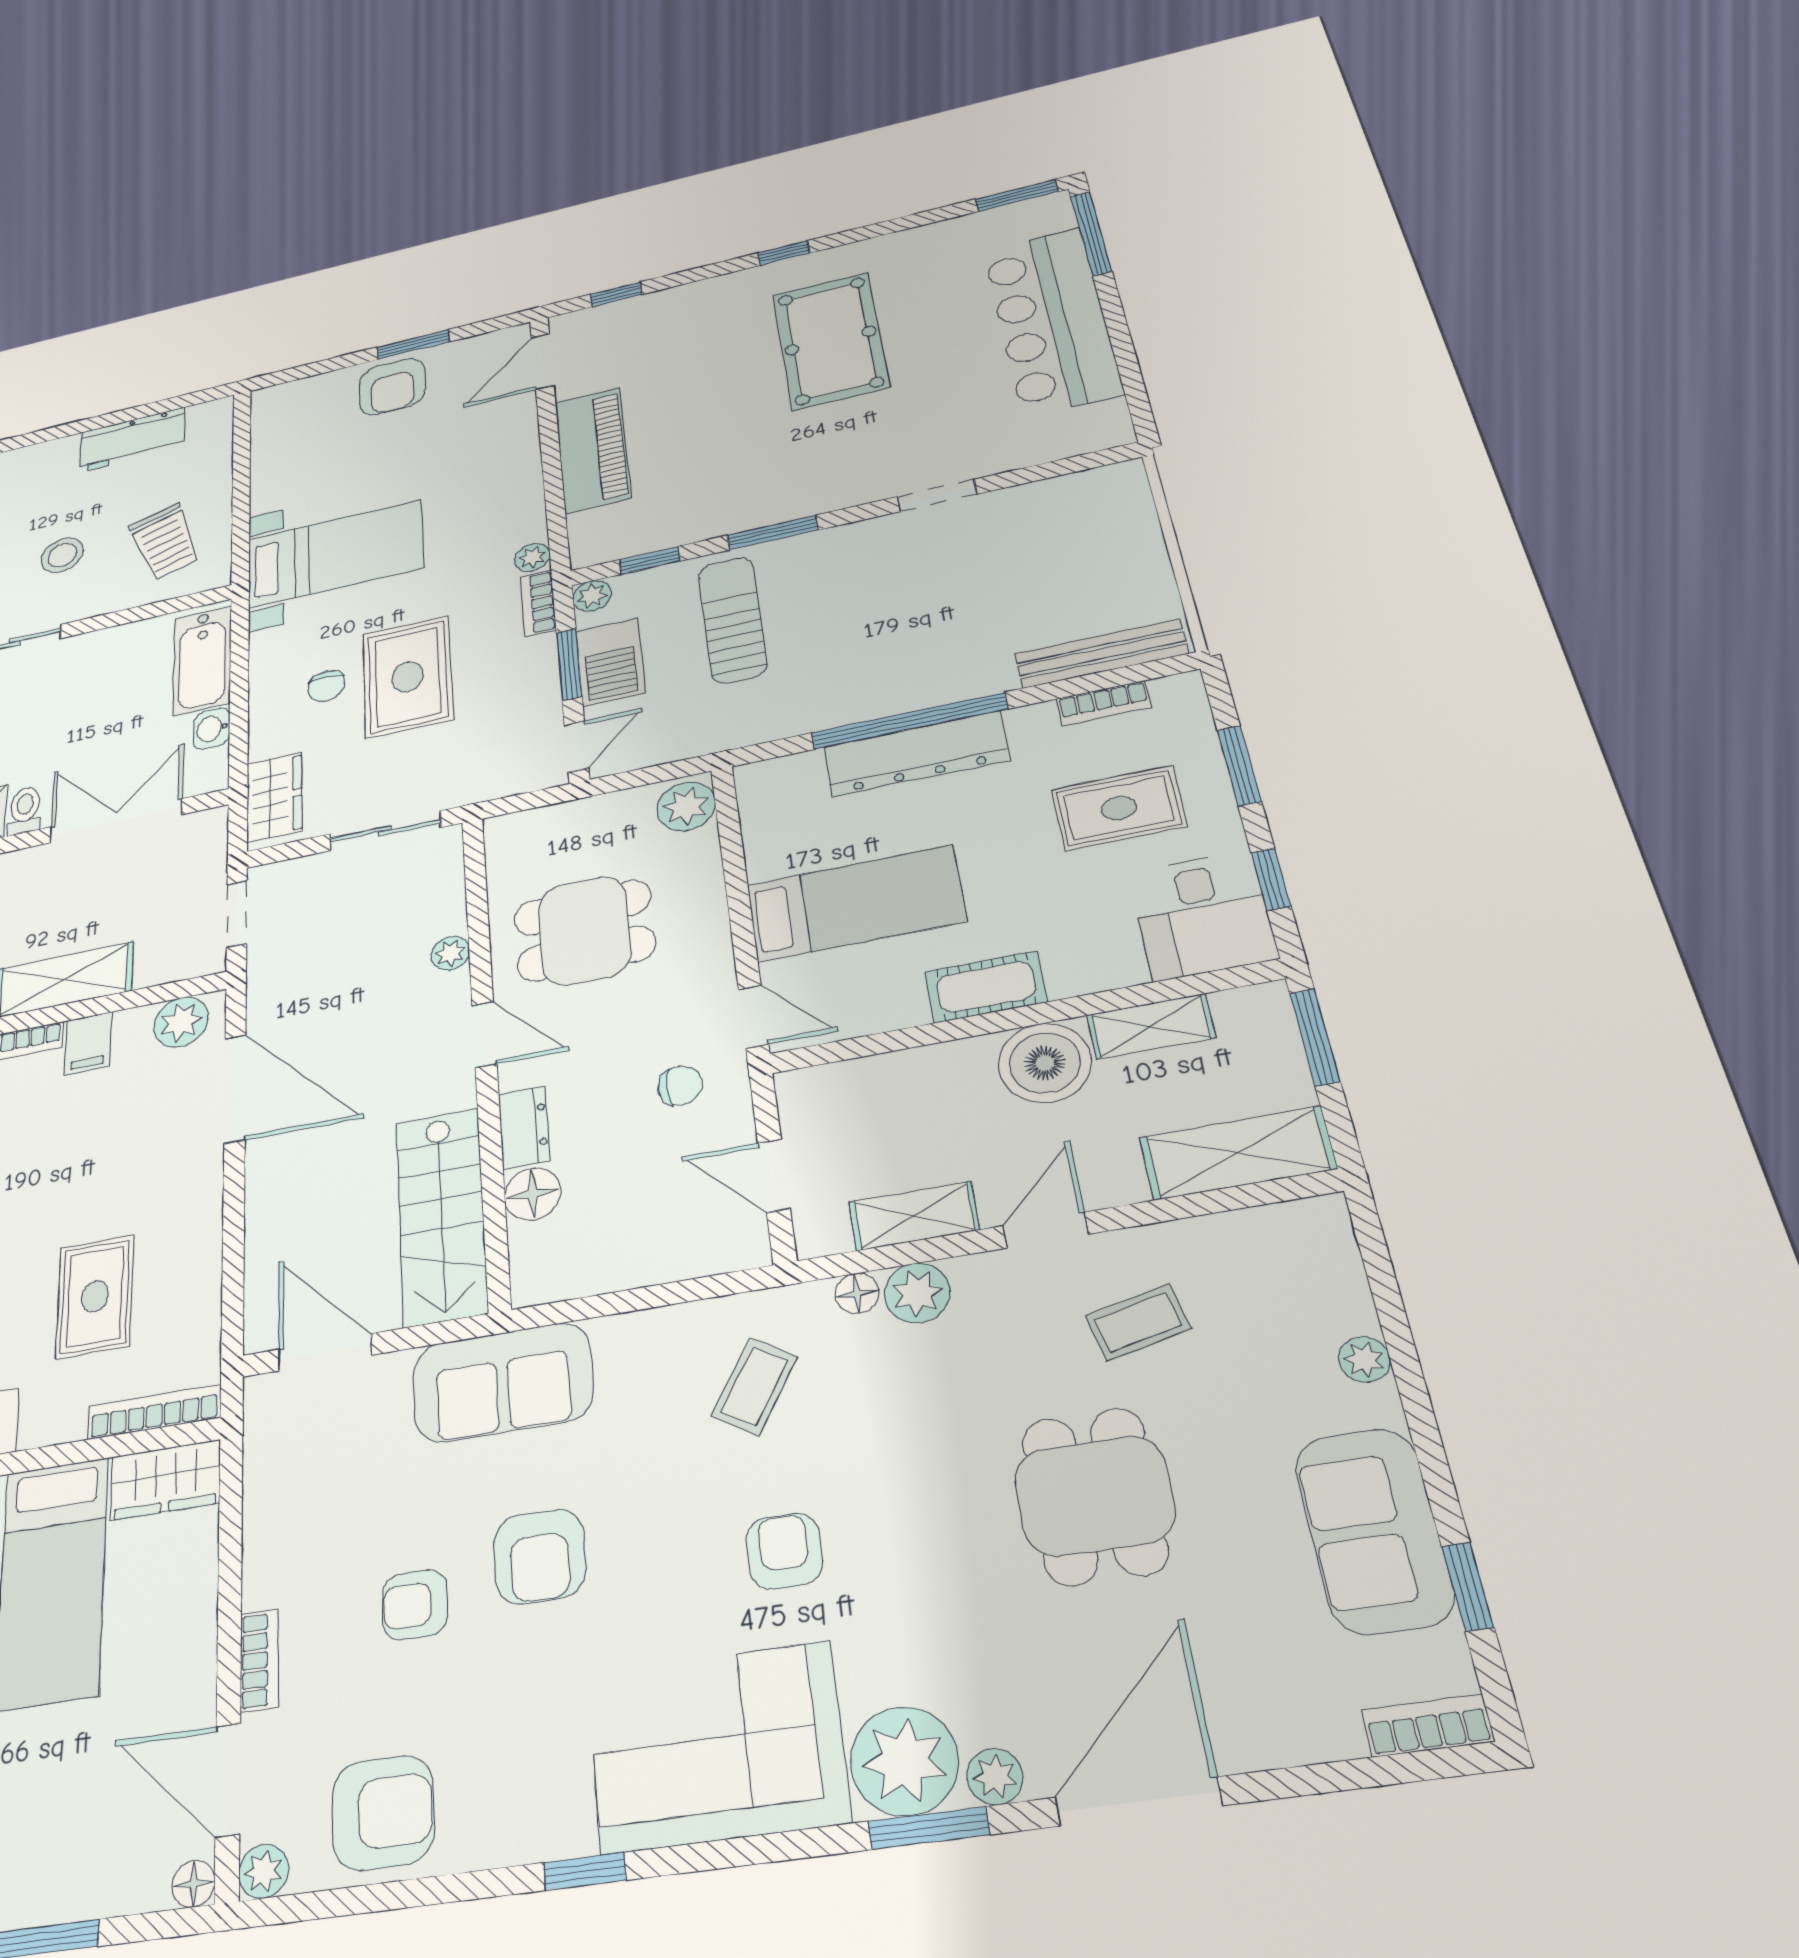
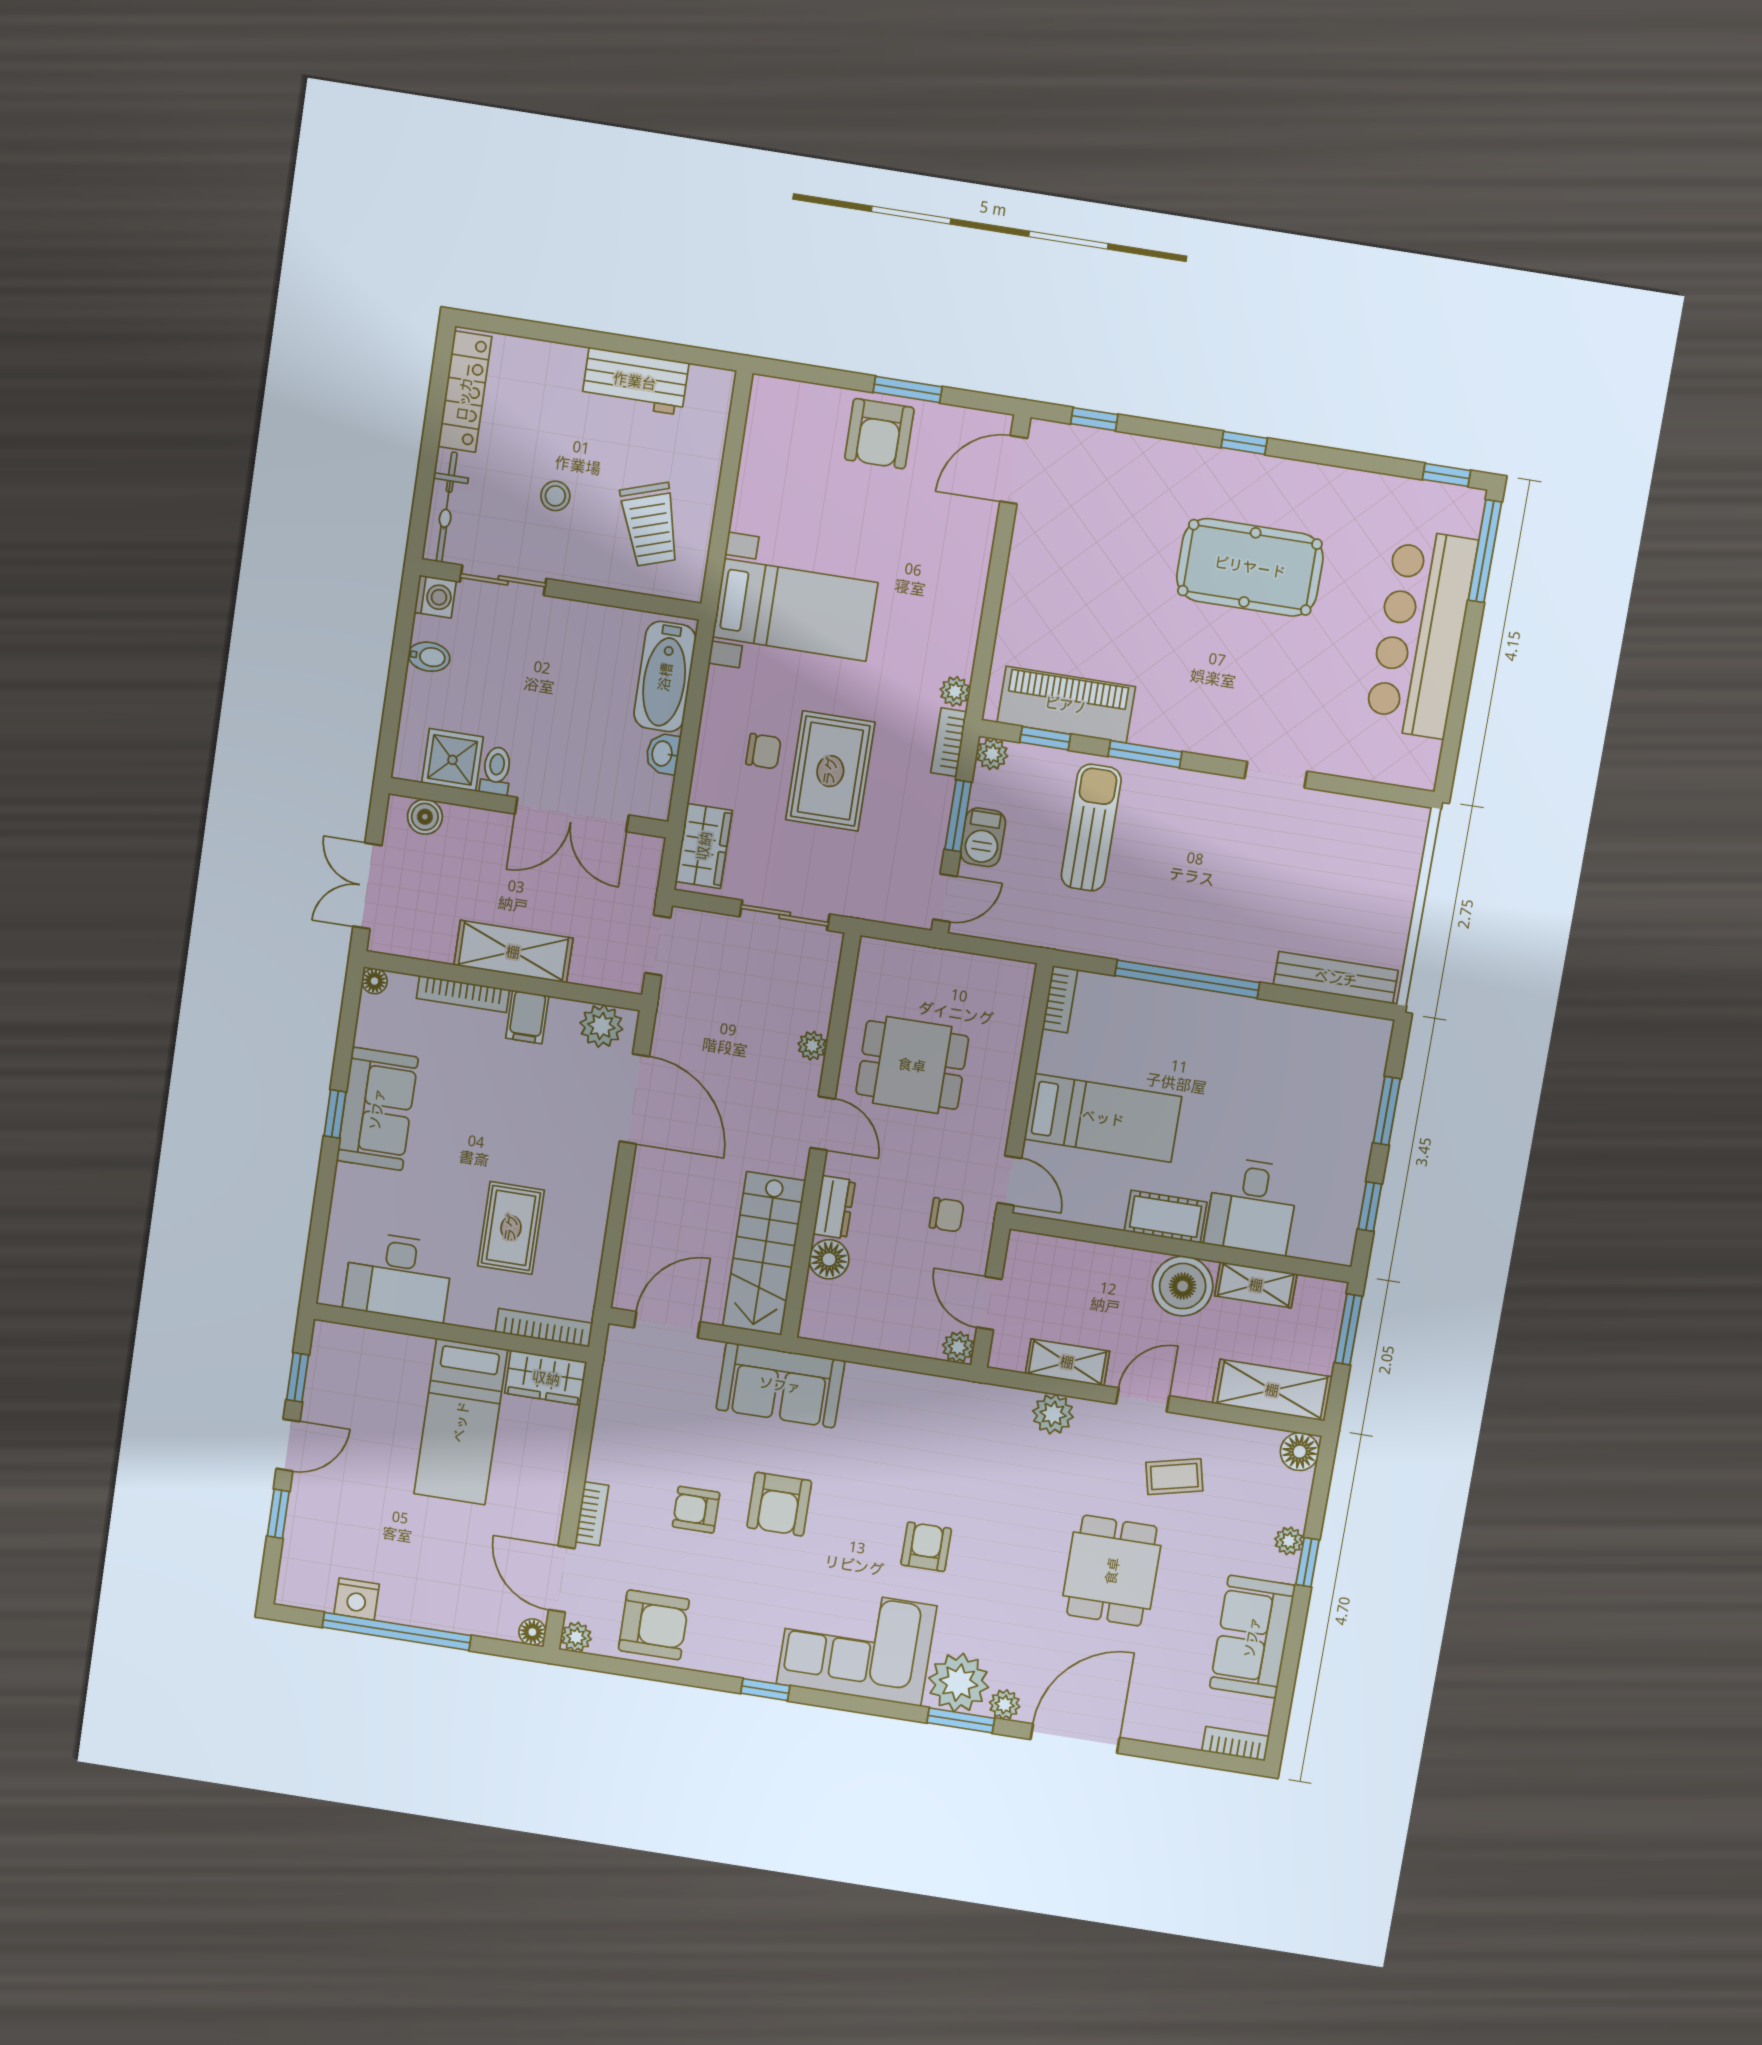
window: (1017, 195) -> (1446, 475), width x0.67
pool table: (830, 341) -> (1250, 567), turned 90
piano: (593, 450) -> (1066, 705), moved, turned -90
stool: (62, 555) -> (555, 496), width x0.73, depth x0.73
barbecue: (610, 662) -> (983, 837), width x0.73, depth x0.79
chair: (326, 686) -> (763, 751), turned -90
bookcase: (1103, 703) -> (1060, 999), moved, turned -90
dresser: (916, 754) -> (1183, 1010), removed
plant: (686, 807) -> (958, 1347), moved, width x0.73, depth x0.73
rug: (1119, 808) -> (1299, 1112), removed
double door: (116, 821) -> (572, 814), swing flipped
desk: (1202, 915) -> (1252, 1206), moved
floor lamp: (857, 1293) -> (1300, 1452), moved, width x1.37, depth x1.37
door: (325, 1352) -> (667, 1325), hinge flipped
coffee table: (754, 1386) -> (937, 1441), removed
window: (1468, 1587) -> (1308, 1562), moved

